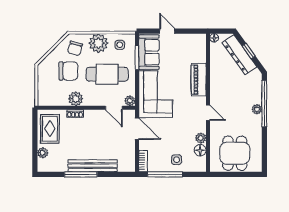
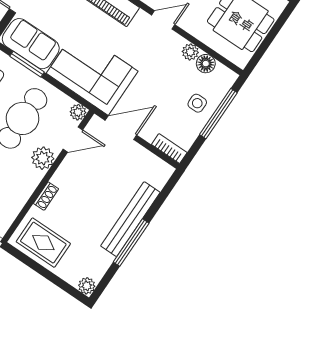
plant: (76, 99) -> (43, 158), moved
plant: (43, 153) -> (87, 286), moved
window: (165, 174) -> (218, 114), moved

